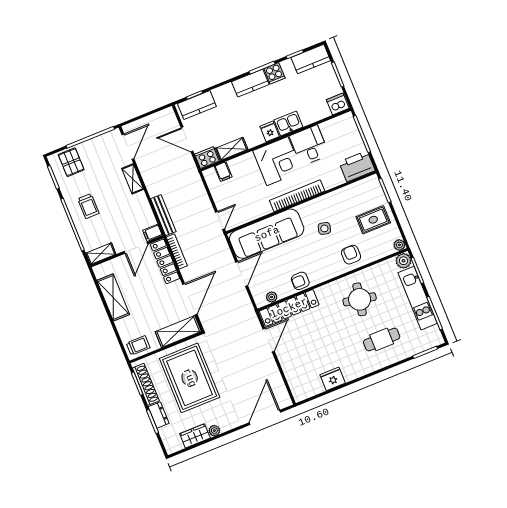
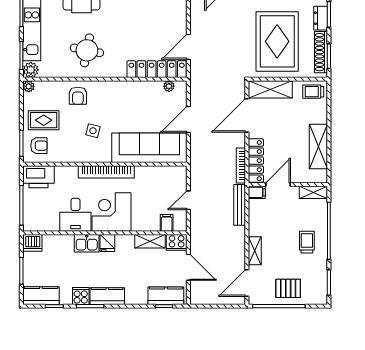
pallet: (71, 162) -> (288, 288), moved, turned 90
door: (220, 220) -> (188, 200), moved
armchair: (300, 281) -> (39, 146), moved

